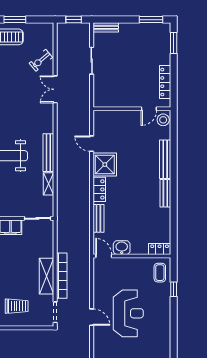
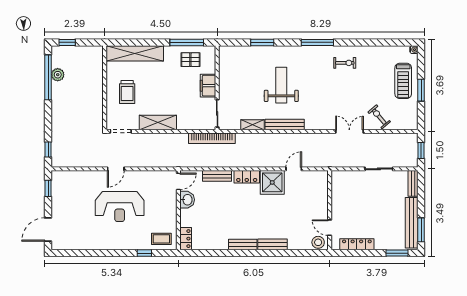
bench: (144, 29) -> (412, 223), added
bench: (165, 159) -> (272, 244), width x0.73
bookcase: (62, 276) -> (212, 138), moved

